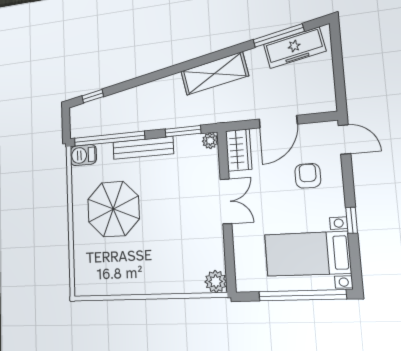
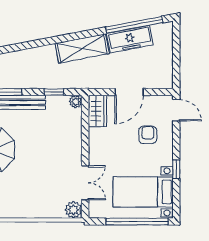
window: (279, 36) -> (134, 25), width x1.46
freezer: (295, 48) -> (130, 39), moved
window: (183, 131) -> (54, 92), width x0.67
double door: (226, 201) -> (85, 183), moved

